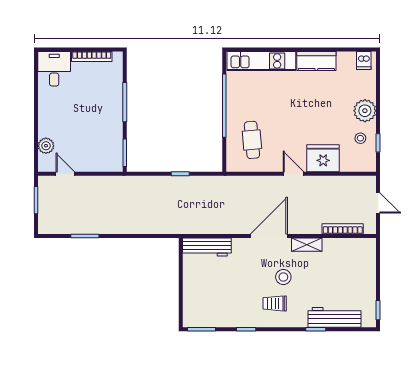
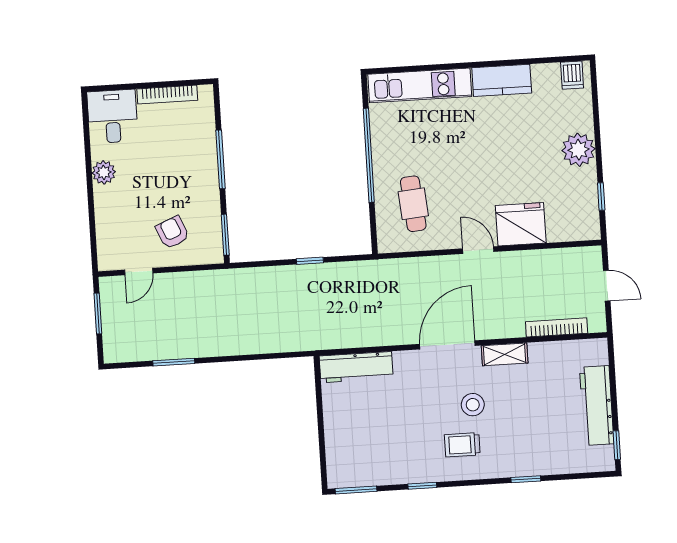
stool: (360, 138) -> (574, 191), removed
plant: (46, 146) -> (104, 172), moved
armchair: (89, 149) -> (172, 232), added
door: (65, 174) -> (139, 272), swing flipped
workbench: (334, 317) -> (597, 406), moved, turned -90

